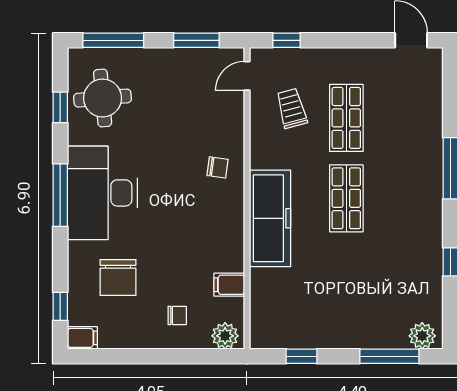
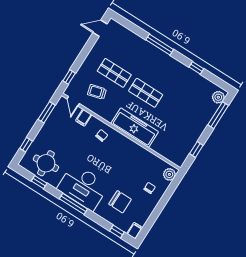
window: (113, 40) -> (26, 145), width x0.46
filing cabinet: (229, 285) -> (84, 118), moved

